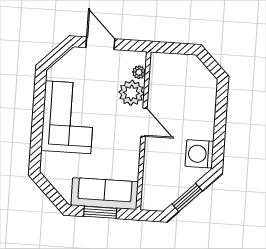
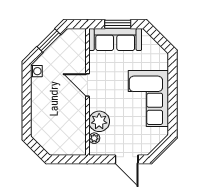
door: (144, 122) -> (87, 85), moved
washing machine: (199, 154) -> (36, 71), width x0.53, depth x0.53

